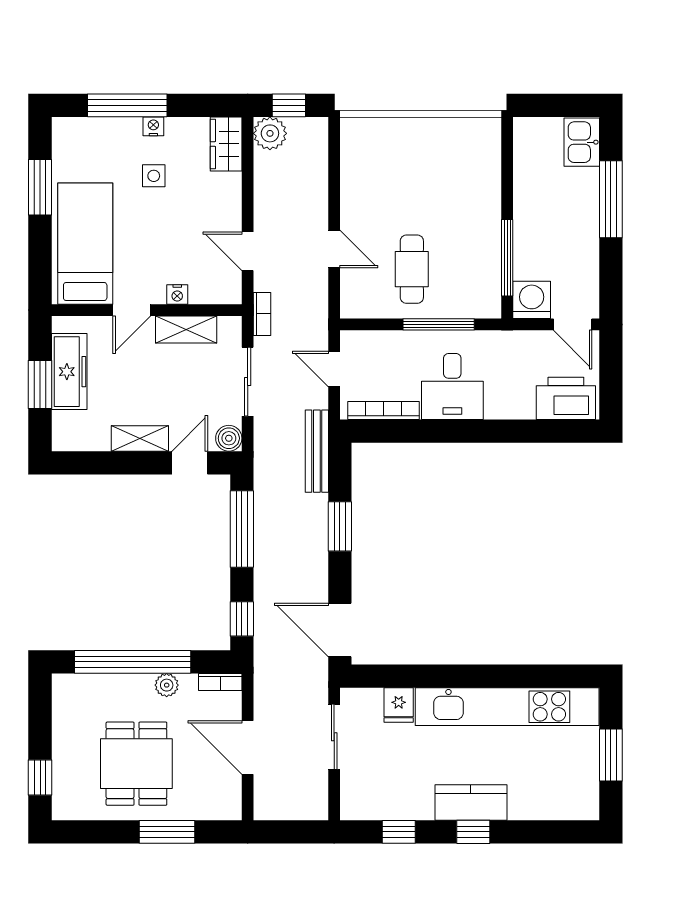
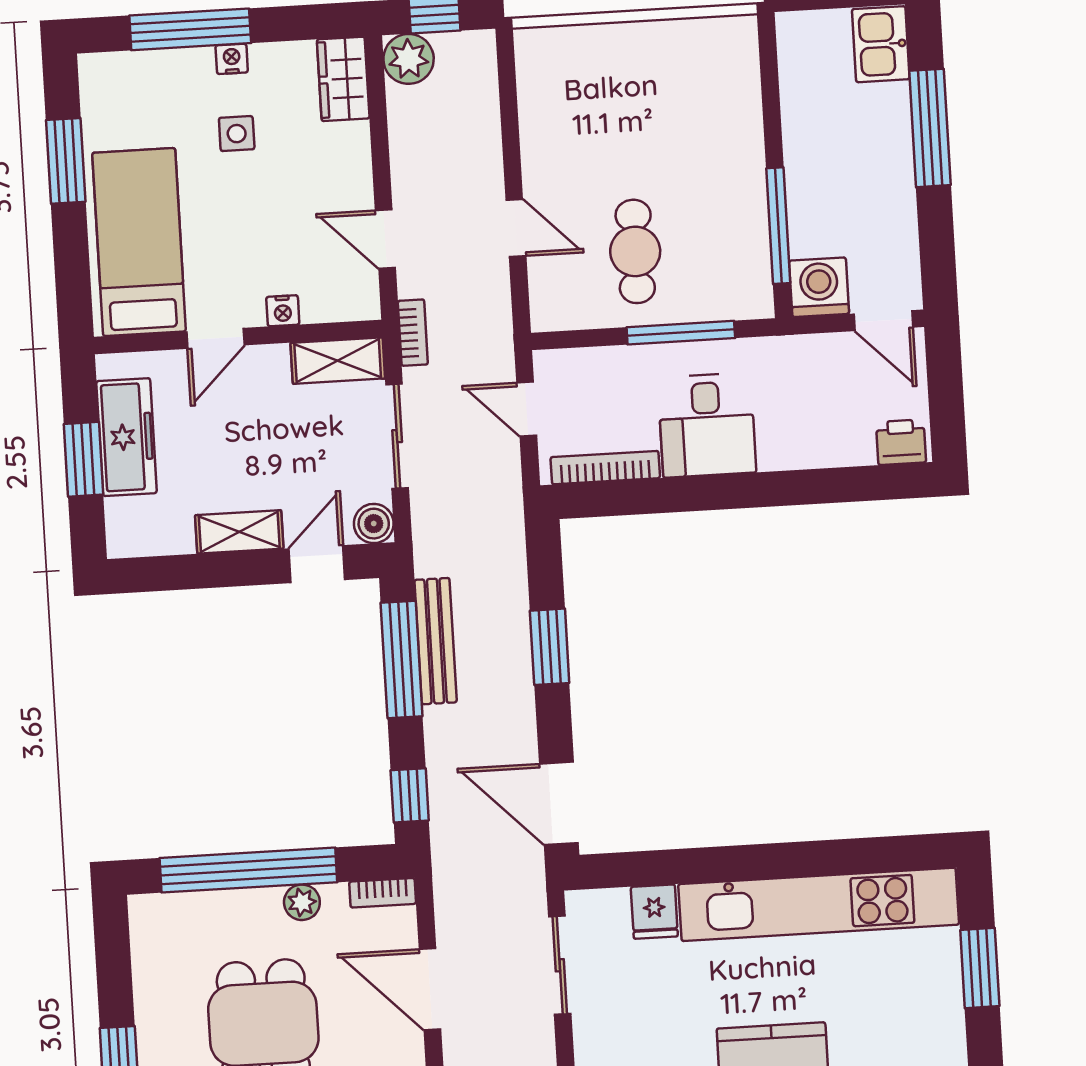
shelving: (186, 329) -> (338, 361), moved
printer: (566, 398) -> (901, 442), width x0.53, depth x0.68
bench: (317, 451) -> (436, 641), moved

